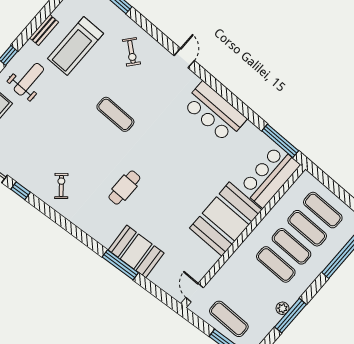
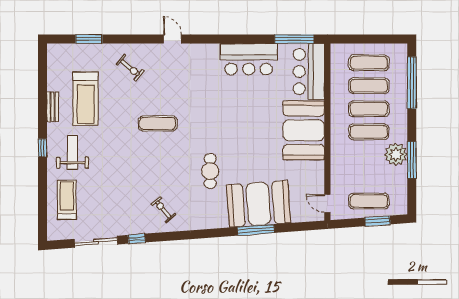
bar counter: (214, 112) -> (249, 59), moved
booth: (136, 251) -> (258, 204), width x1.36, depth x1.42
plant: (282, 308) -> (396, 154), width x1.87, depth x1.87

